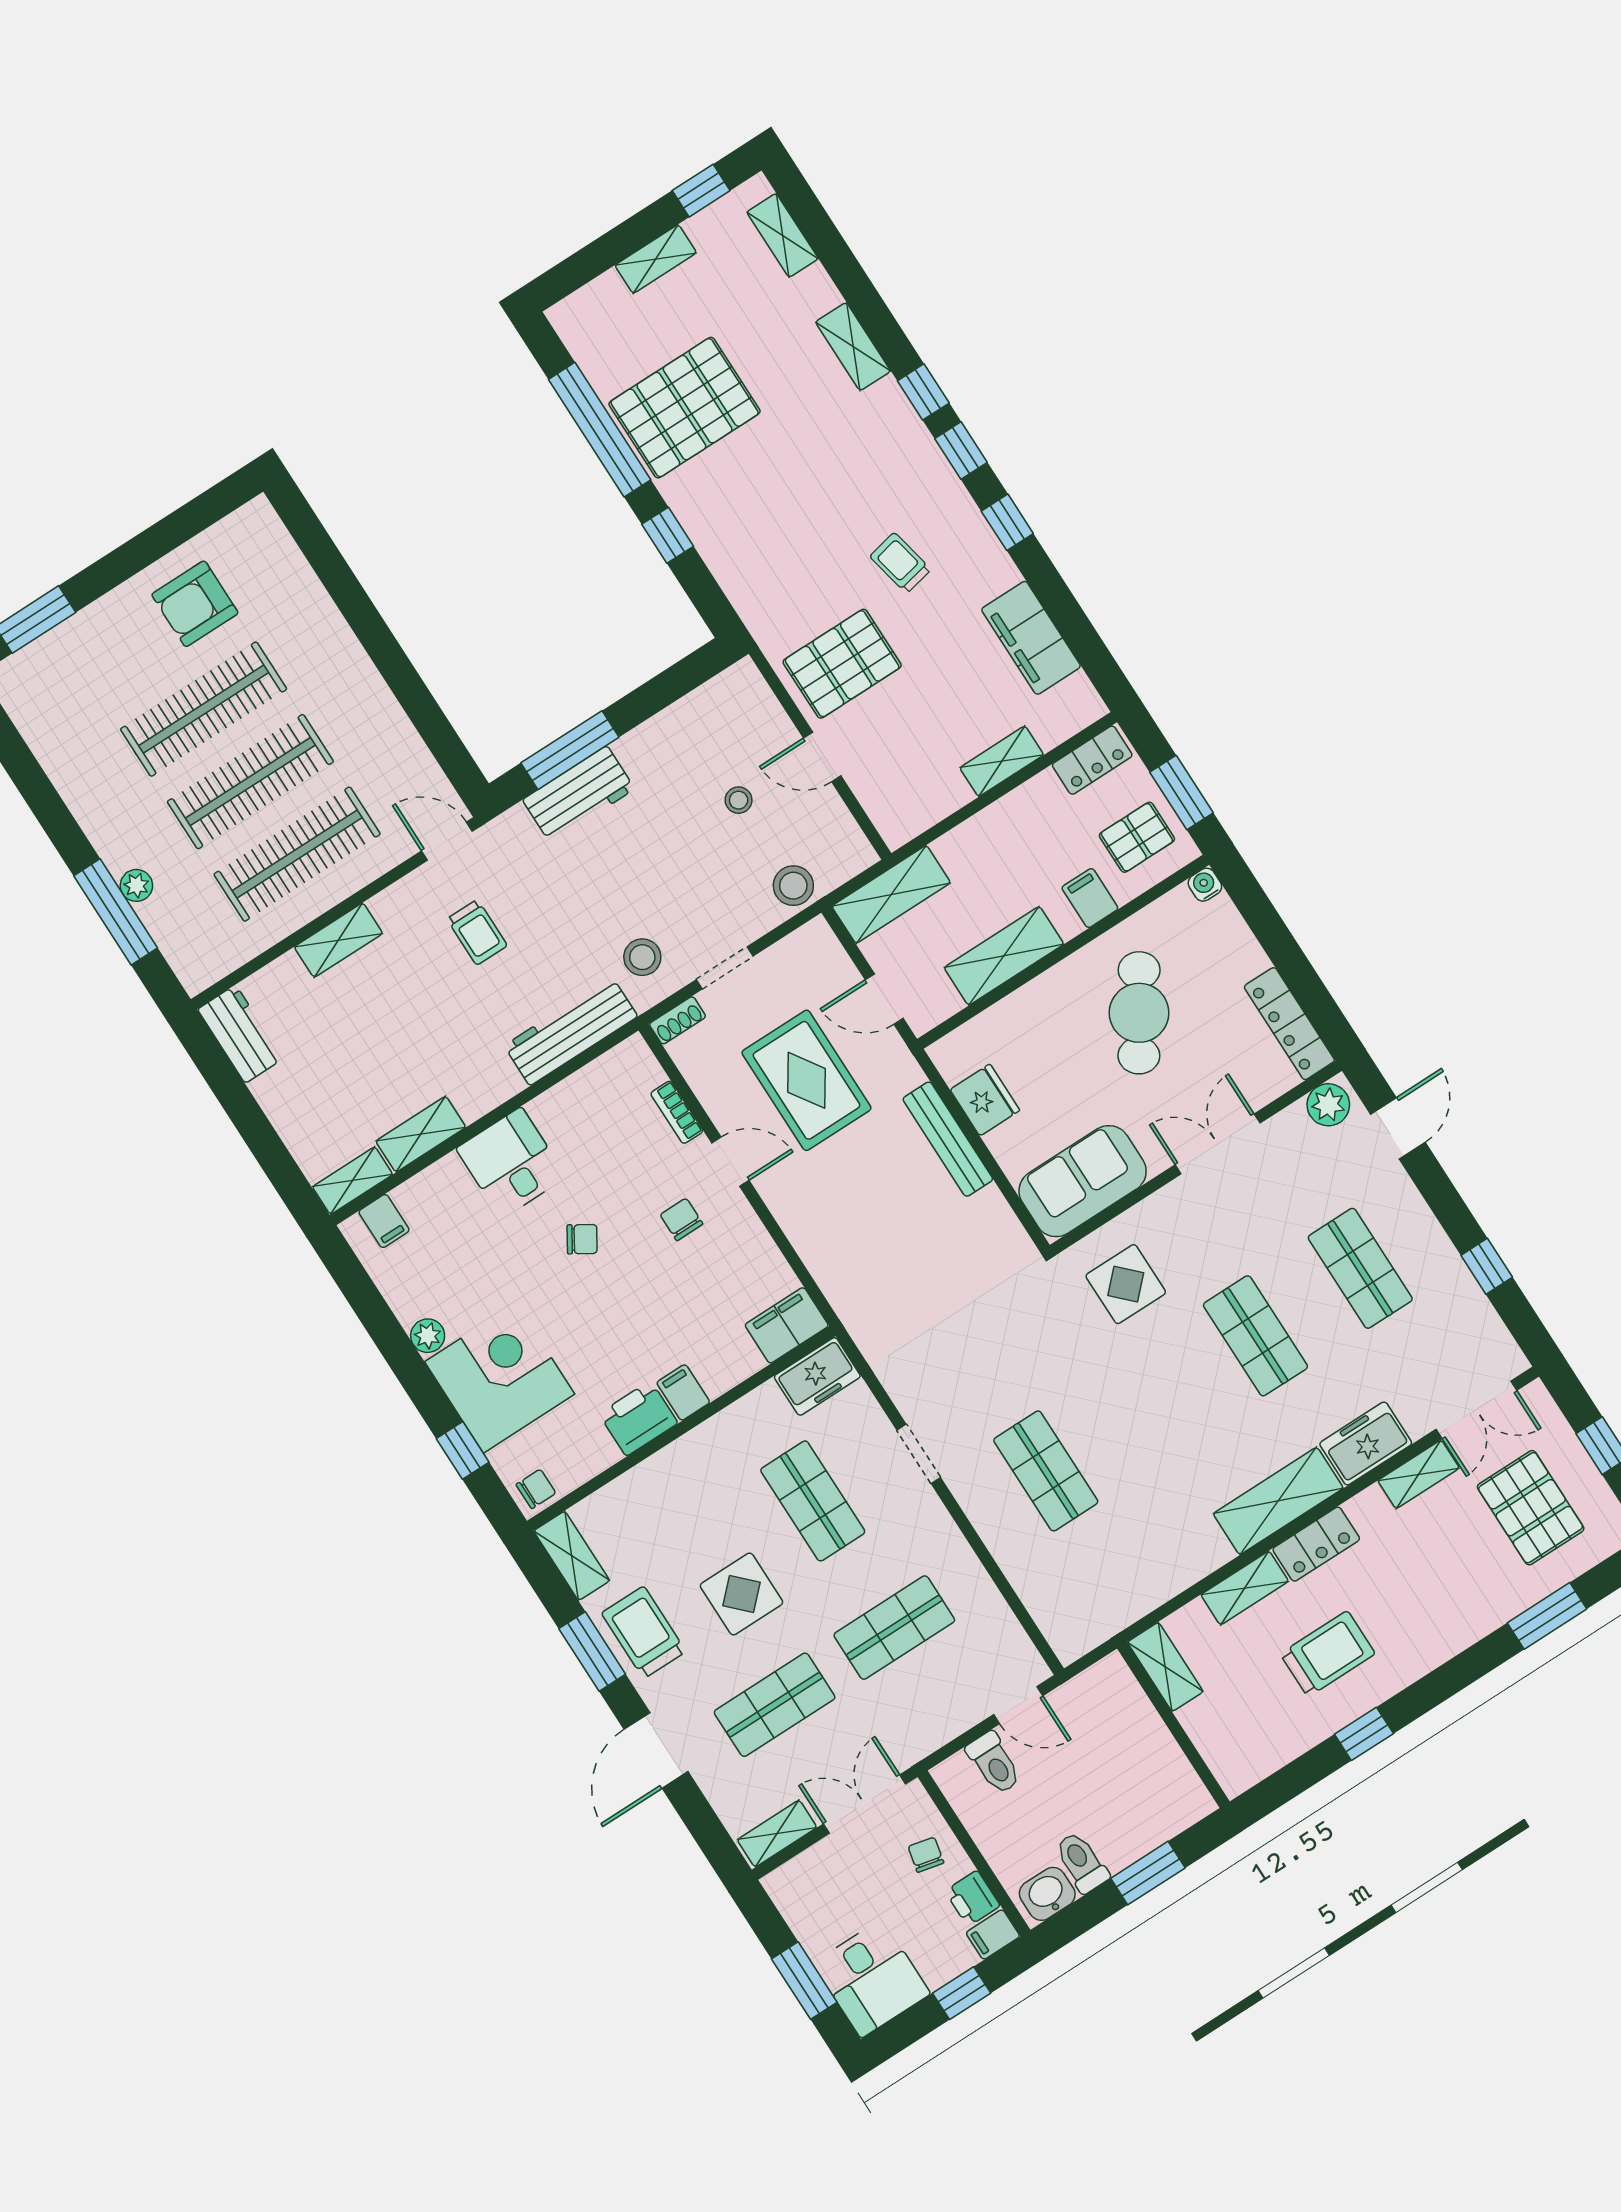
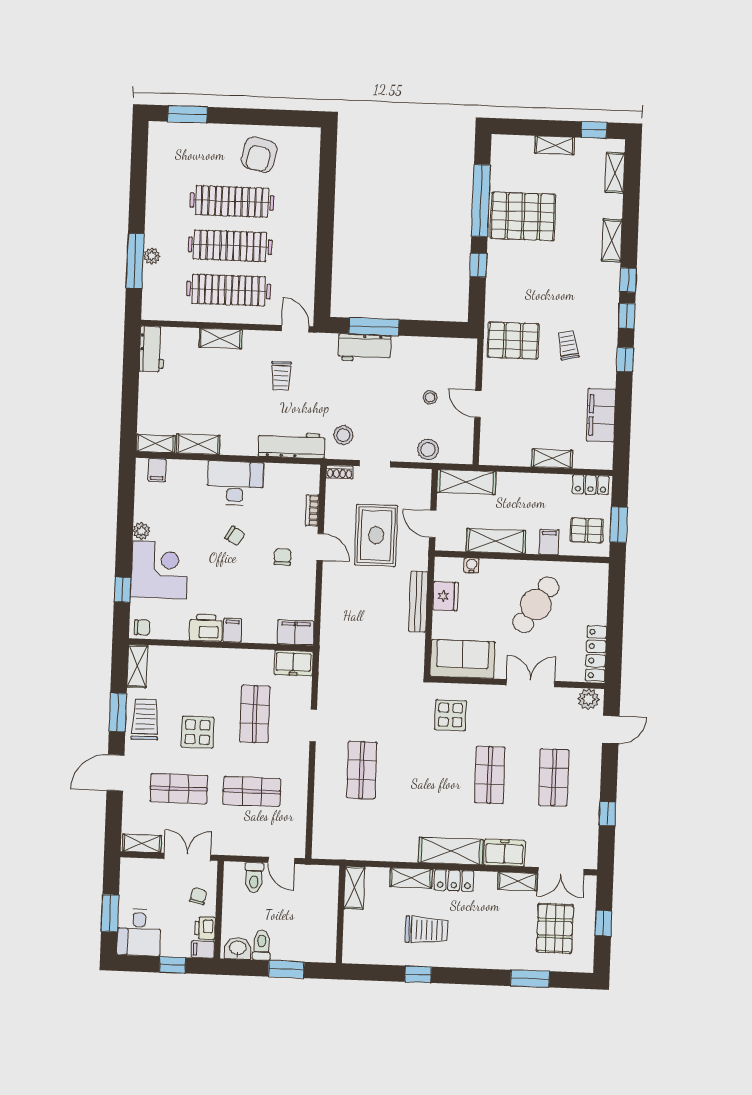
armchair: (195, 604) -> (259, 155), turned -77
pallet: (842, 664) -> (513, 340), moved
water cooler: (1205, 885) -> (472, 565), moved
desk: (511, 1163) -> (235, 483), width x1.37

